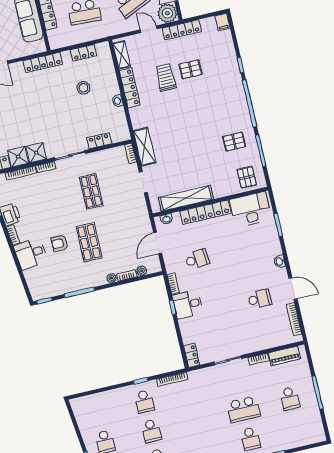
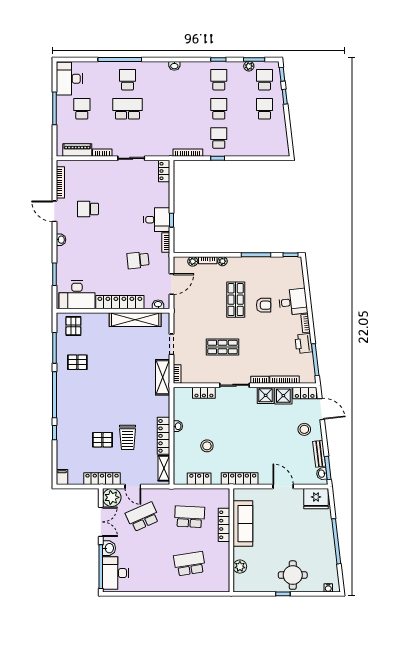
shop shelf: (91, 191) -> (222, 347), turned 90
desk: (310, 426) -> (69, 79), added

